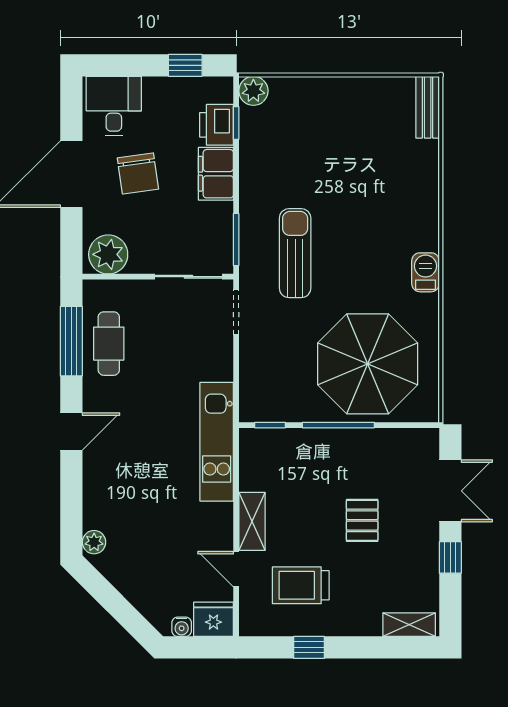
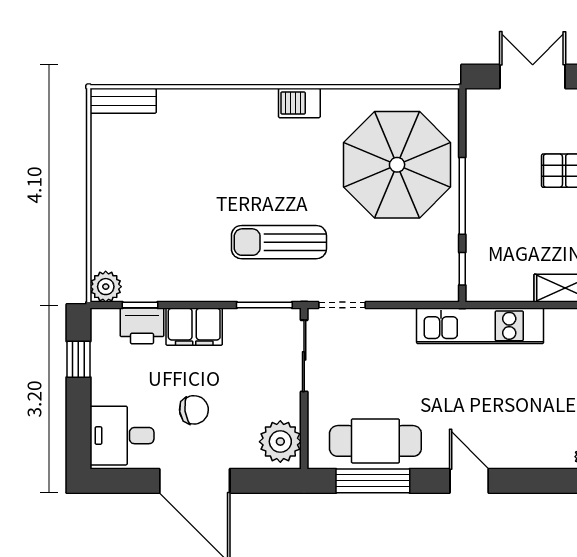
chair: (138, 173) -> (194, 410), width x0.73, depth x0.73
cafe table: (109, 344) -> (375, 441), width x1.37, depth x1.35

